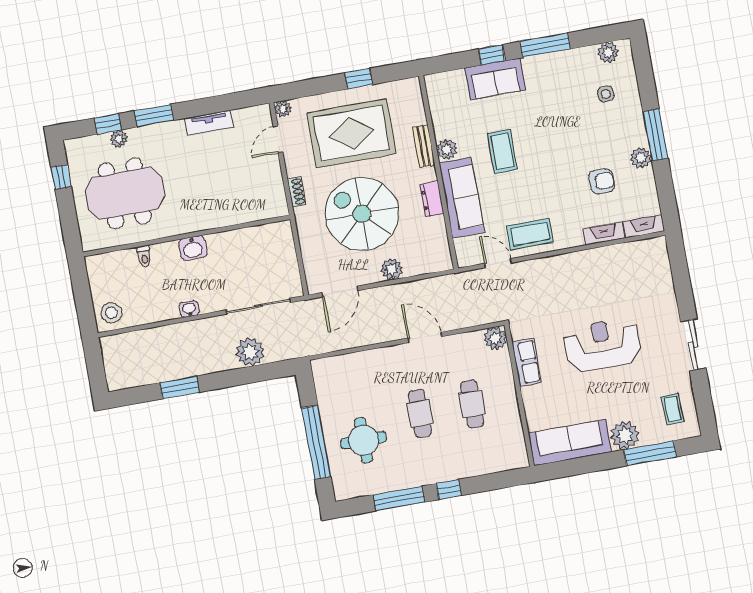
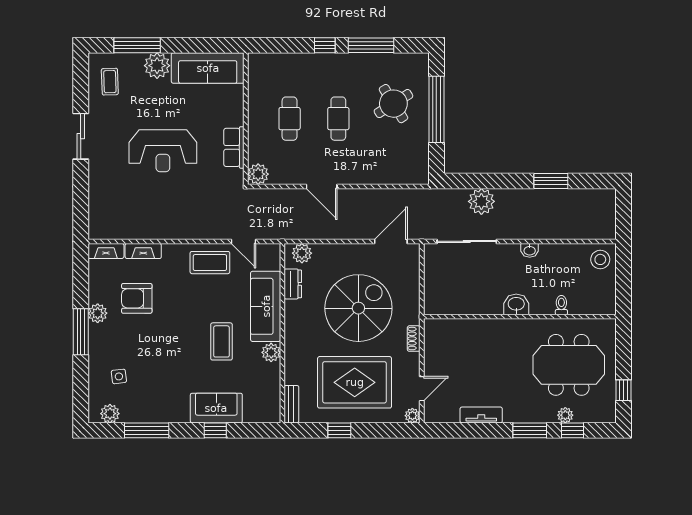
window: (545, 45) -> (147, 430), moved
bench: (424, 146) -> (291, 404), moved
armchair: (602, 181) -> (137, 298), width x1.38, depth x1.38
dresser: (432, 199) -> (293, 284), moved
spiral stairs: (362, 214) -> (358, 308), turned -90
plant: (392, 269) -> (302, 253), moved
round table: (364, 440) -> (393, 104), turned -32

